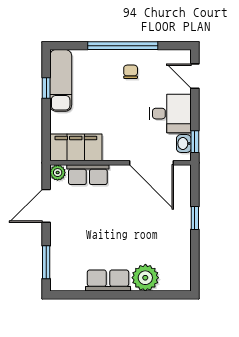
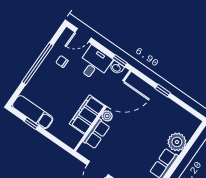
chair: (131, 72) -> (62, 61), moved
filing cabinet: (76, 147) -> (87, 115), moved
plant: (58, 173) -> (107, 116), moved

